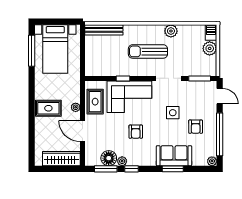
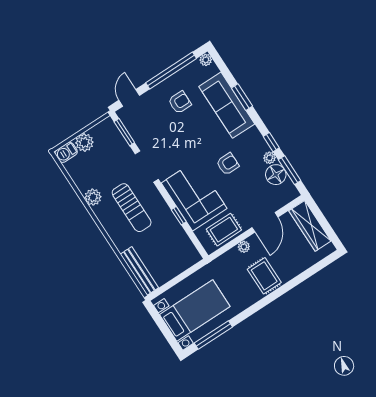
side table: (173, 113) -> (181, 137), removed
sofa: (174, 156) -> (227, 105), width x1.36

